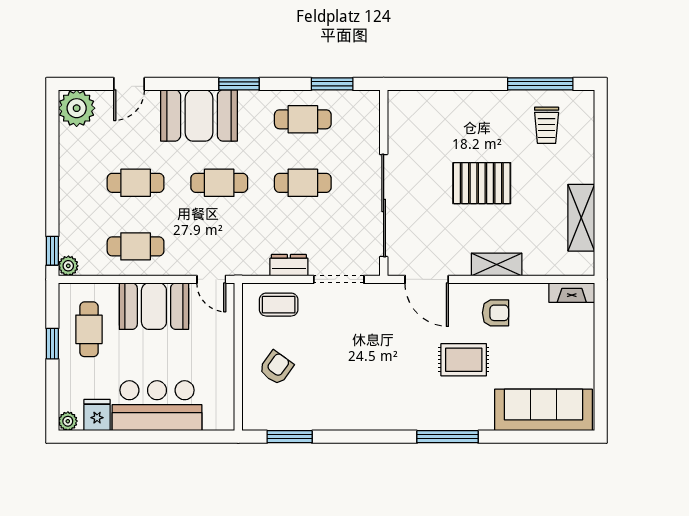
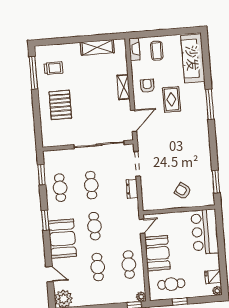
pallet: (482, 183) -> (60, 105), moved
coffee table: (279, 305) -> (157, 51), moved
bar counter: (157, 406) -> (205, 232), moved

